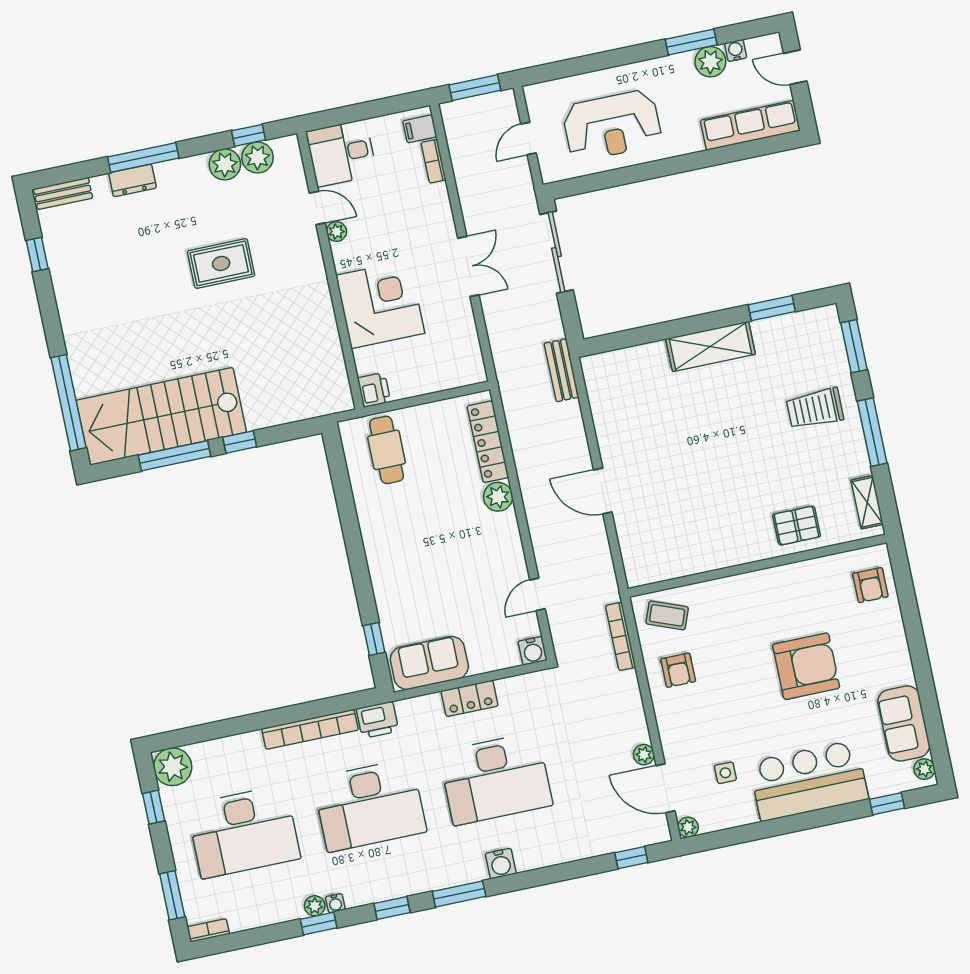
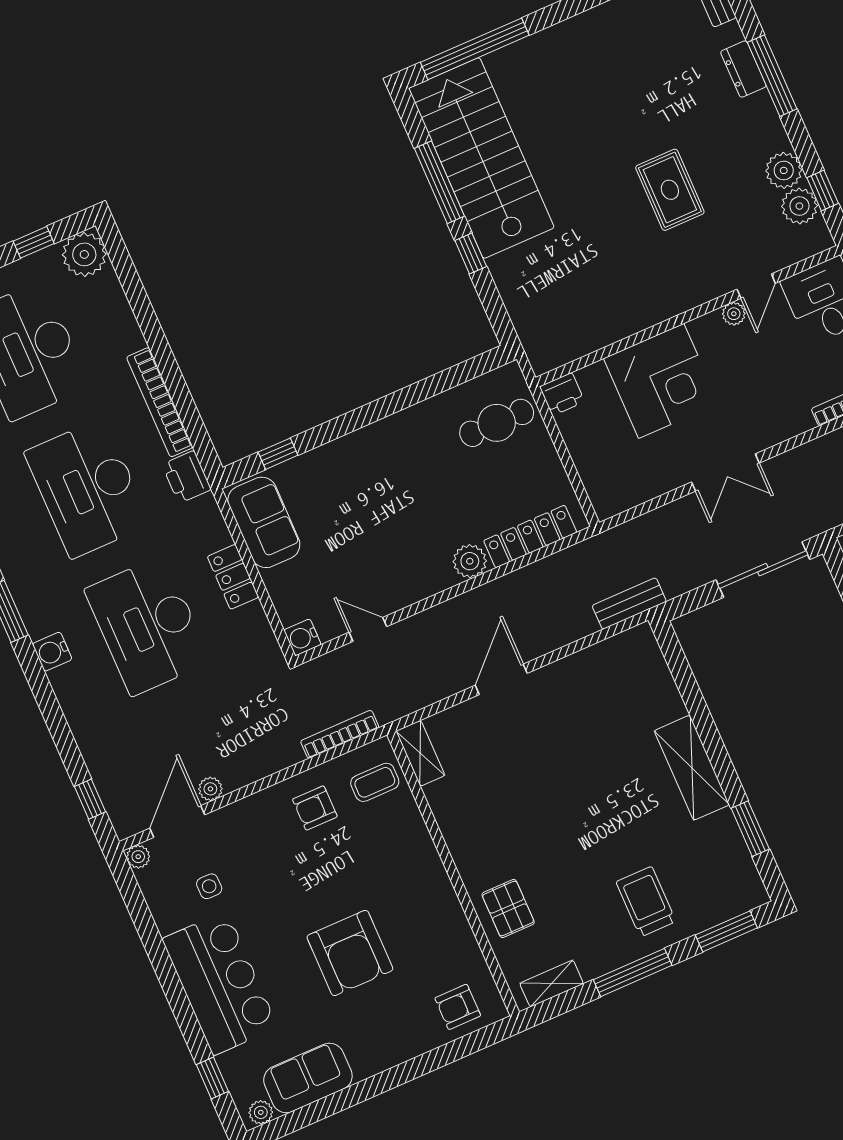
shelving: (651, 572) -> (420, 753), added
coffee table: (667, 615) -> (375, 782), turned 69

